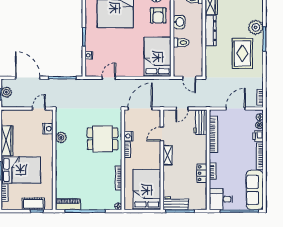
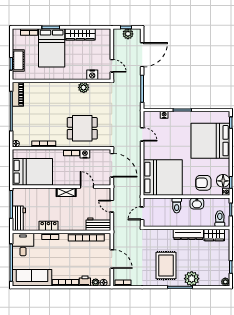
rug: (242, 53) -> (166, 266), turned 90
bed: (158, 57) -> (163, 178), width x1.36
dining table: (103, 139) -> (82, 128), turned 90
workbench: (176, 203) -> (19, 218), moved

